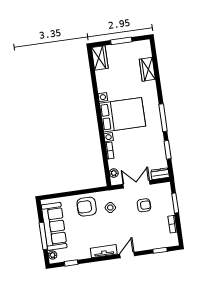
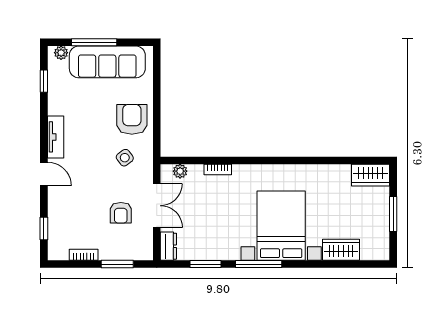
bed with nightstands: (122, 115) -> (281, 226), moved, turned 180

